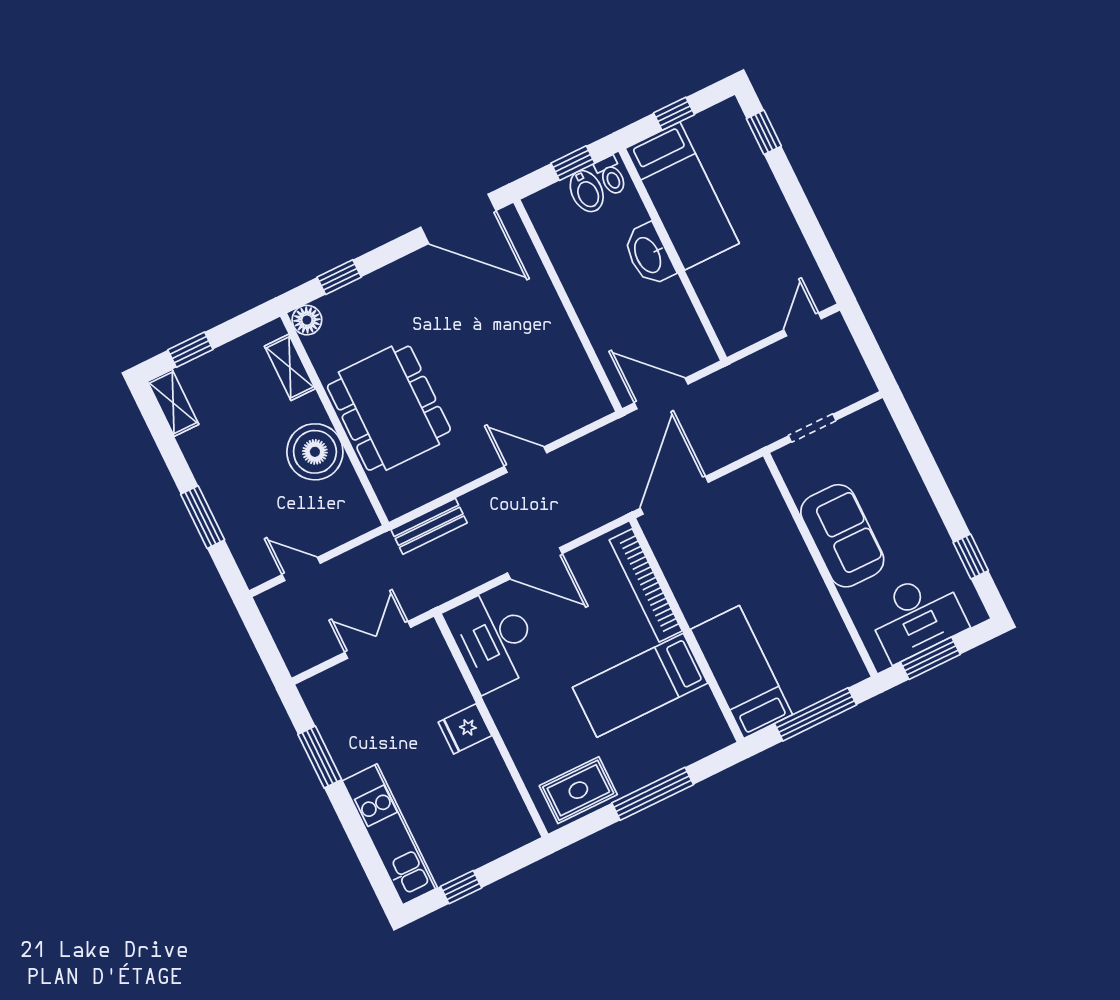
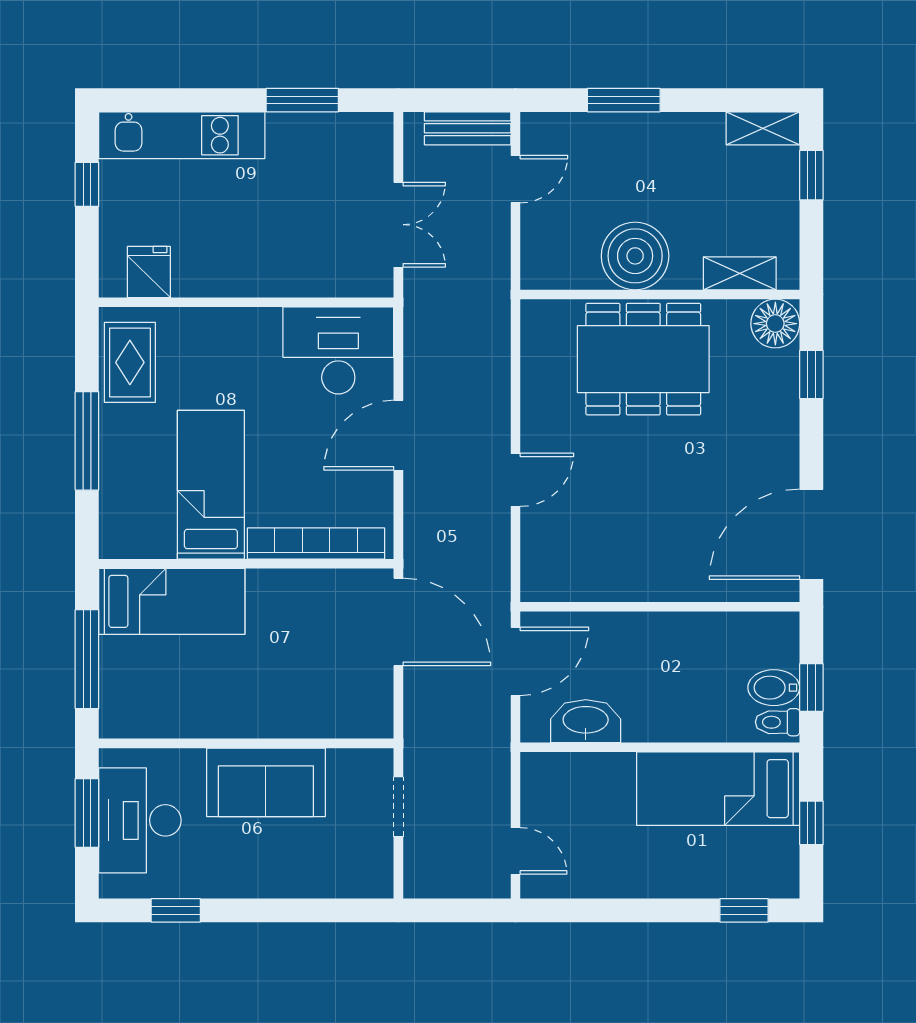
washbasin: (649, 255) -> (586, 721), moved
floor lamp: (307, 320) -> (775, 324), width x1.38, depth x1.38
bench: (429, 526) -> (468, 128), moved, turned 90
fridge: (465, 729) -> (149, 272), moved

